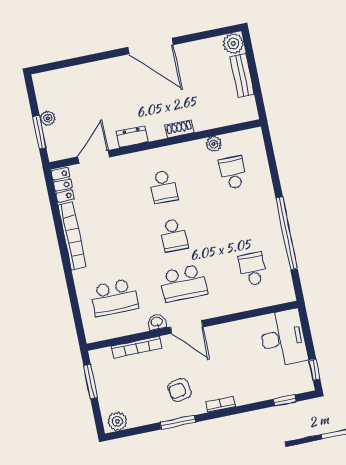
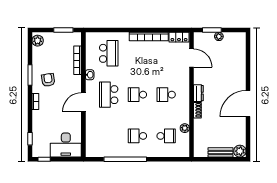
dresser: (132, 137) -> (198, 93), moved
school desk: (253, 269) -> (137, 136), moved, turned 180
school desk: (114, 298) -> (109, 53), turned 180
door: (187, 327) -> (83, 102), moved

